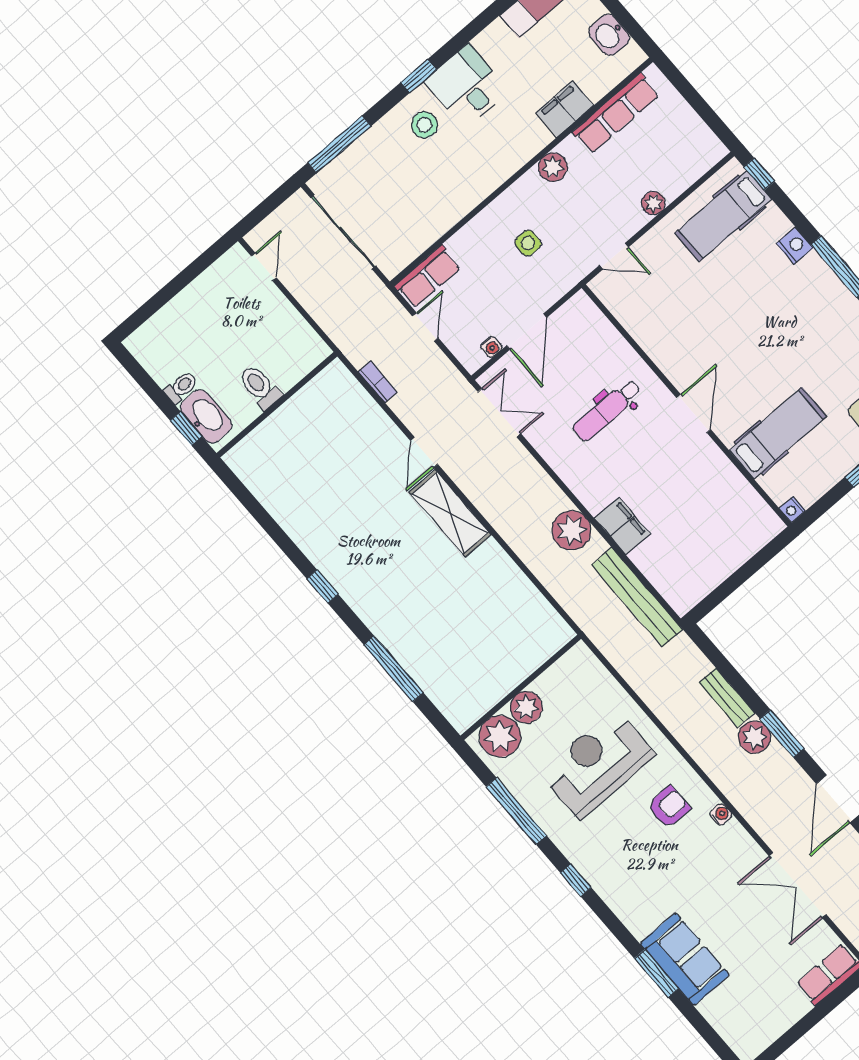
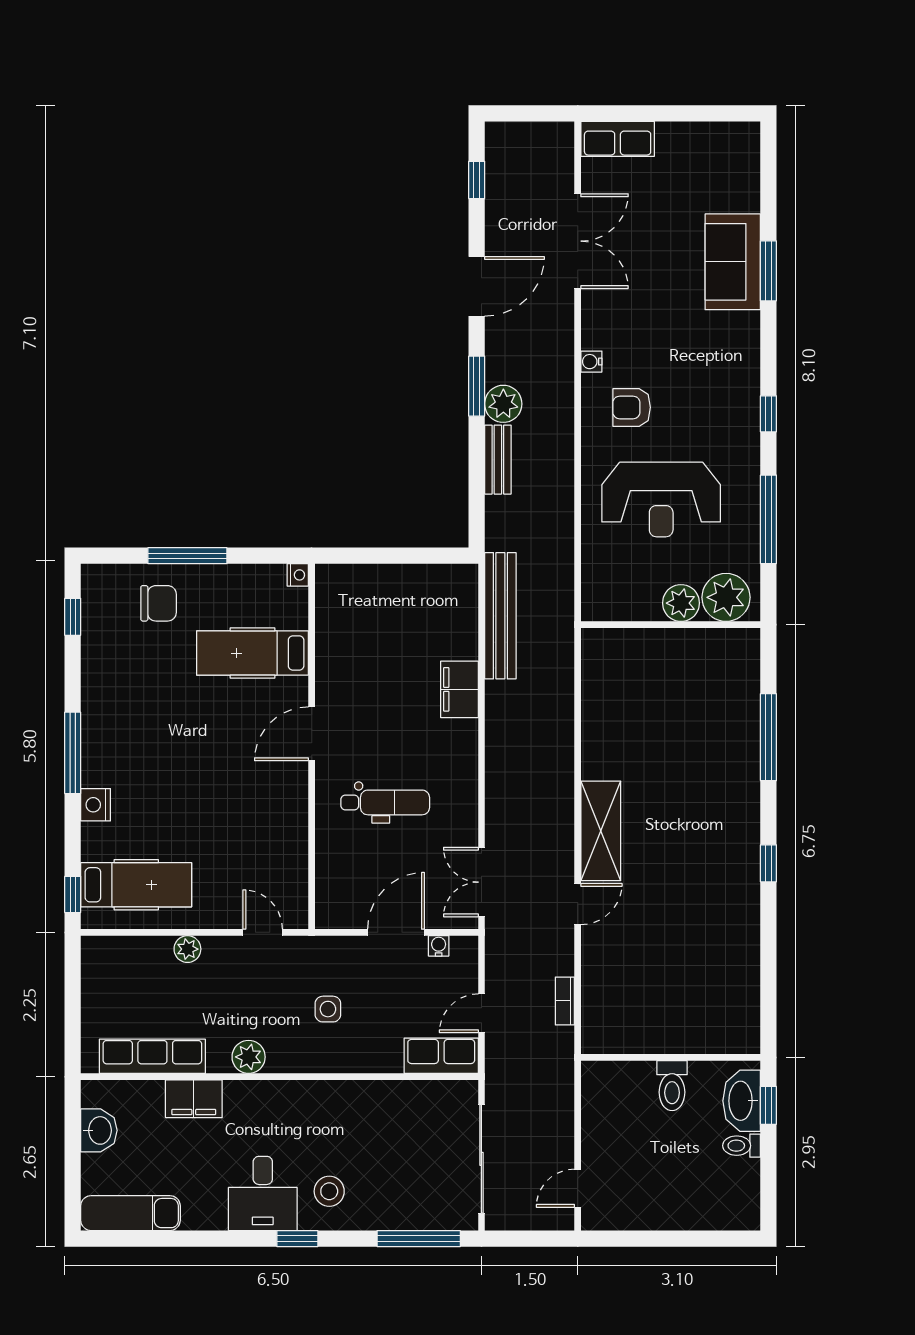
plant: (571, 530) -> (507, 724), removed

